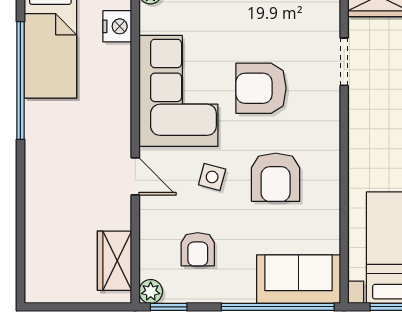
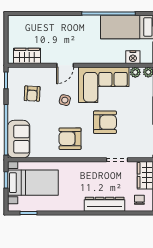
armchair: (261, 88) -> (105, 122), turned 90
armchair: (276, 177) -> (70, 139), moved
armchair: (198, 249) -> (32, 94), turned -87
plant: (151, 291) -> (135, 72), moved

